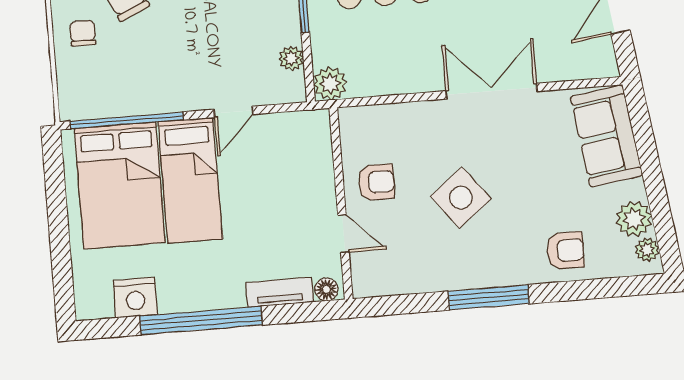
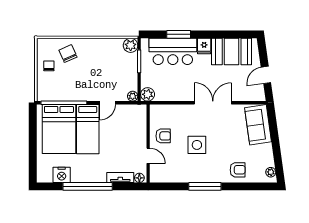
plant: (291, 58) -> (133, 96), moved
side table: (461, 198) -> (197, 145), turned 38
plant: (634, 219) -> (266, 159), removed

